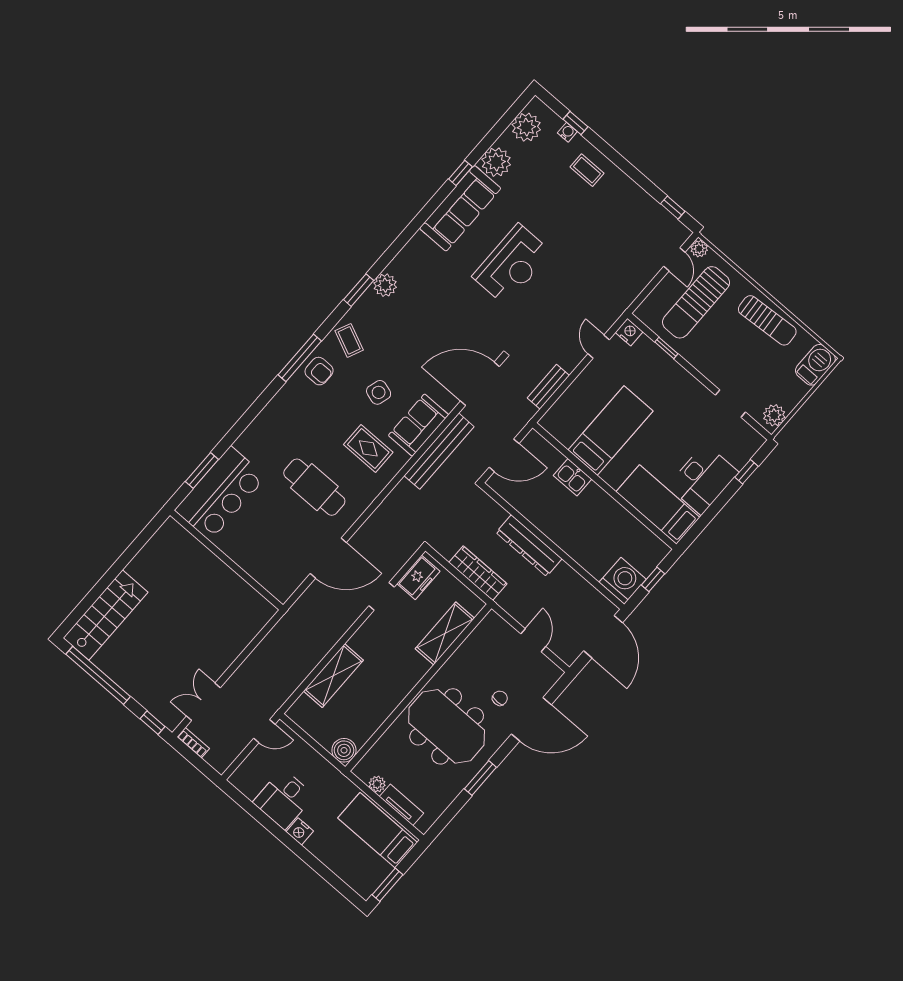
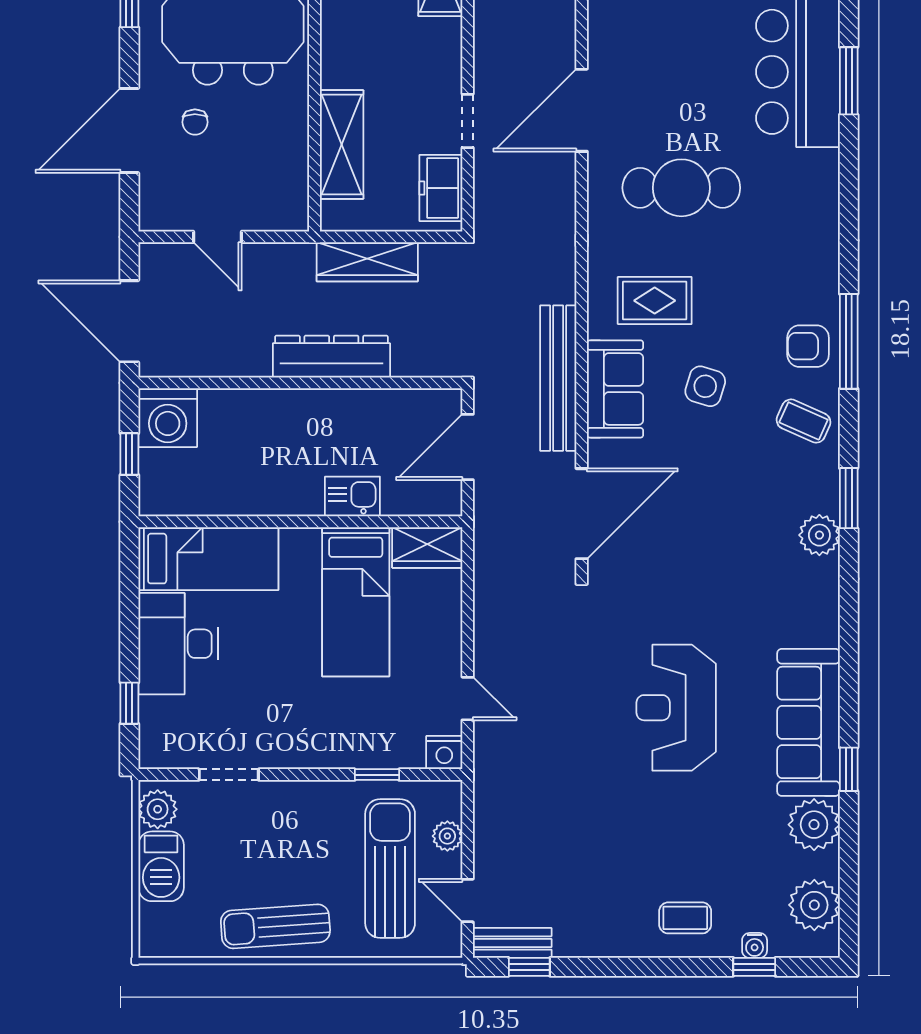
plant: (699, 249) -> (447, 836), moved
barbecue: (815, 365) -> (161, 866), moved
bench: (548, 387) -> (512, 943), moved, turned 90
wardrobe: (559, 427) -> (427, 547), added

